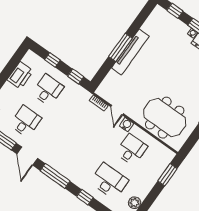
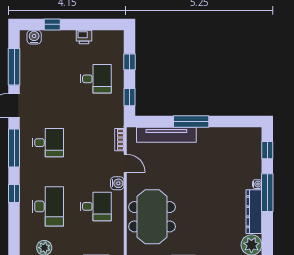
tv unit: (130, 52) -> (166, 135), moved
printer: (20, 75) -> (84, 37), width x0.53, depth x0.68
door: (117, 110) -> (125, 163), swing flipped
desk: (25, 121) -> (48, 143), moved

